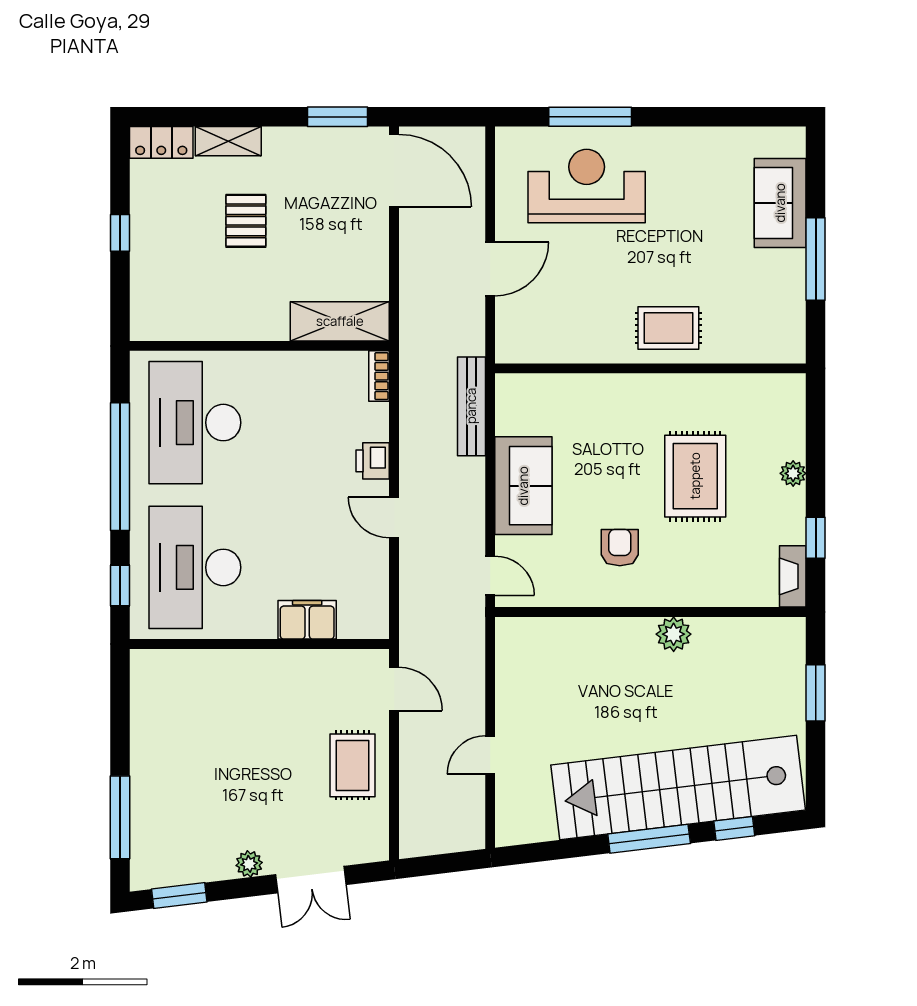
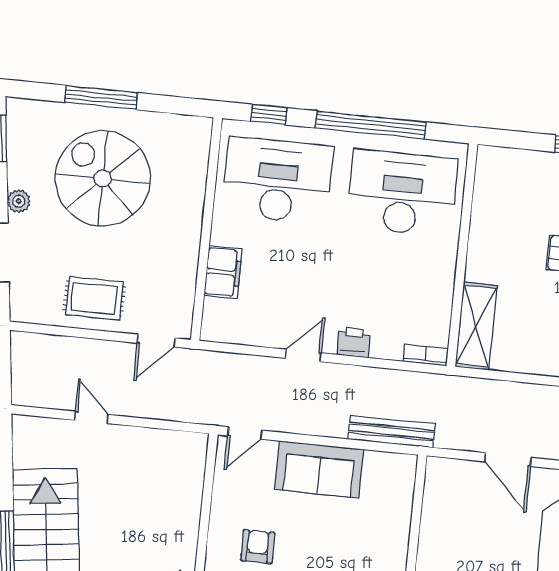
armchair: (620, 548) -> (258, 547), turned -90
spiral stairs: (213, 770) -> (103, 178), added
window: (120, 817) -> (101, 98), moved

